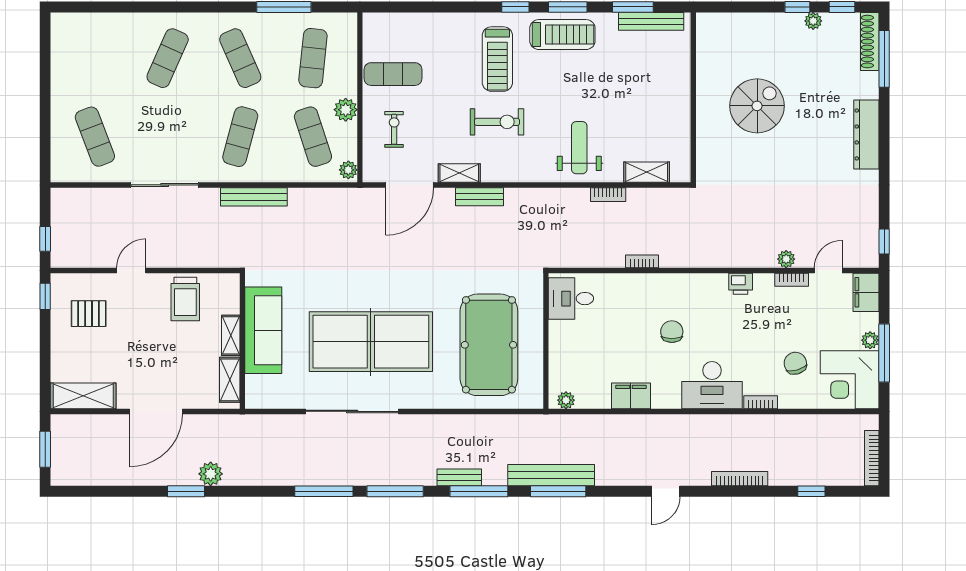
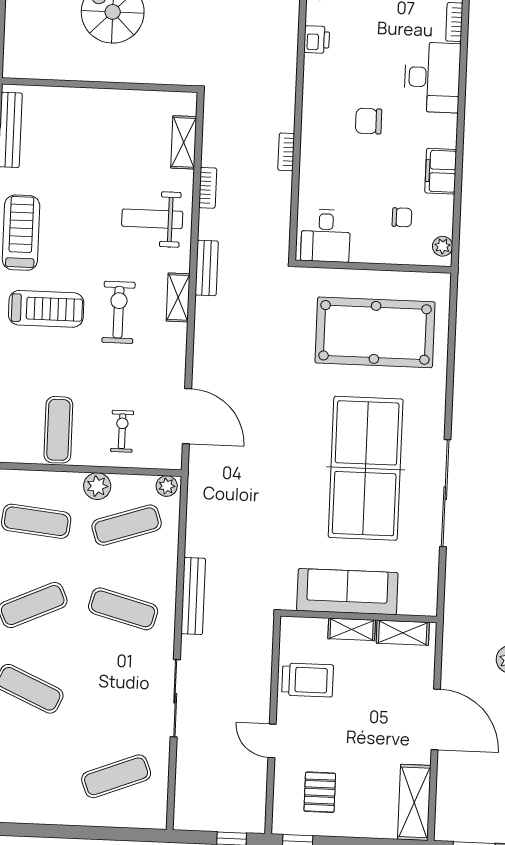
exercise bike: (394, 129) -> (122, 431), turned 90
shelving: (459, 173) -> (178, 297), moved
bench: (479, 197) -> (207, 268), moved
chair: (590, 364) -> (402, 217), added

